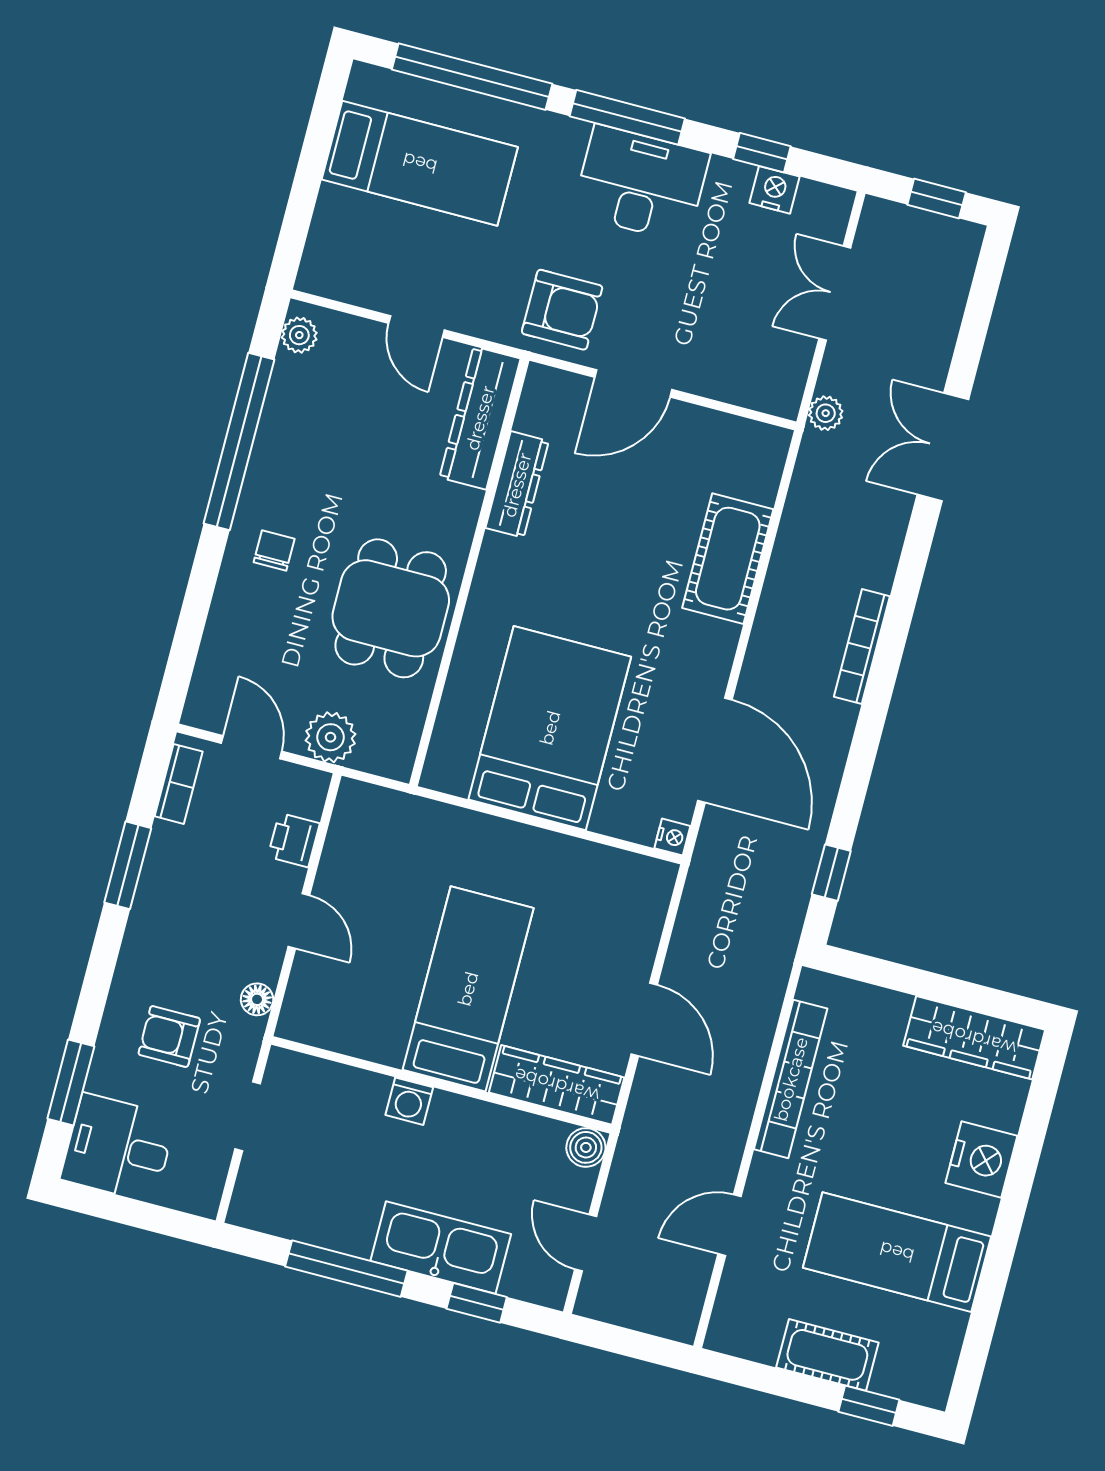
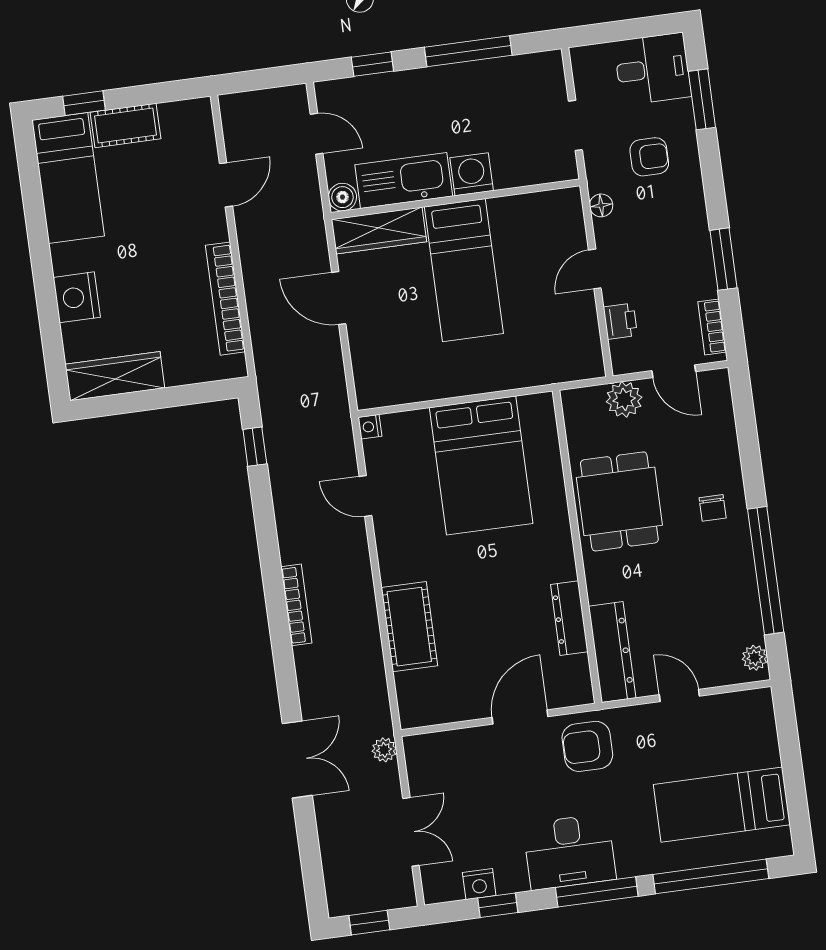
door: (715, 750) -> (366, 496), width x0.53
door: (299, 921) -> (595, 269), hinge flipped
washing machine: (409, 1101) -> (472, 174), width x1.38, depth x1.38
kitchen sink: (441, 1247) -> (404, 181), moved, turned 180
bed: (897, 1252) -> (68, 178), moved, turned 90

